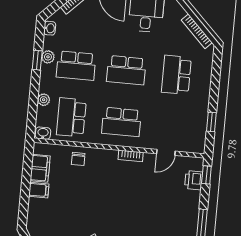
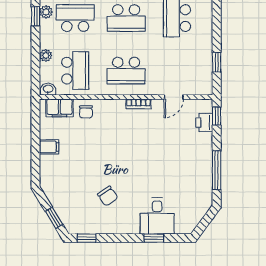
school desk: (76, 66) -> (75, 18), turned 180
school desk: (71, 117) -> (75, 71), turned 180
filing cabinet: (40, 168) -> (59, 108), moved, turned 90

